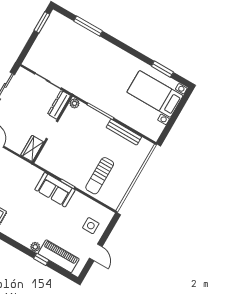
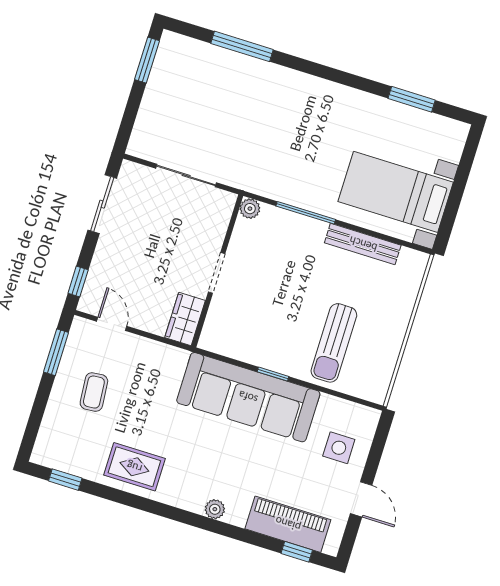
bed with nightstands: (155, 94) -> (396, 192), moved
dresser: (59, 105) -> (219, 219), removed
sofa: (55, 190) -> (248, 397), width x1.85, depth x1.27
plant: (35, 247) -> (215, 509), moved
window: (41, 259) -> (297, 552), moved

